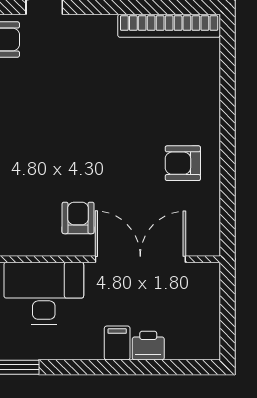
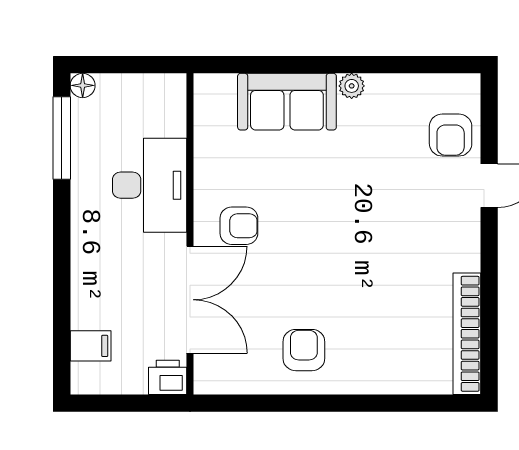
filing cabinet: (117, 343) -> (91, 346), moved
printer: (148, 346) -> (168, 377), moved, turned -90

